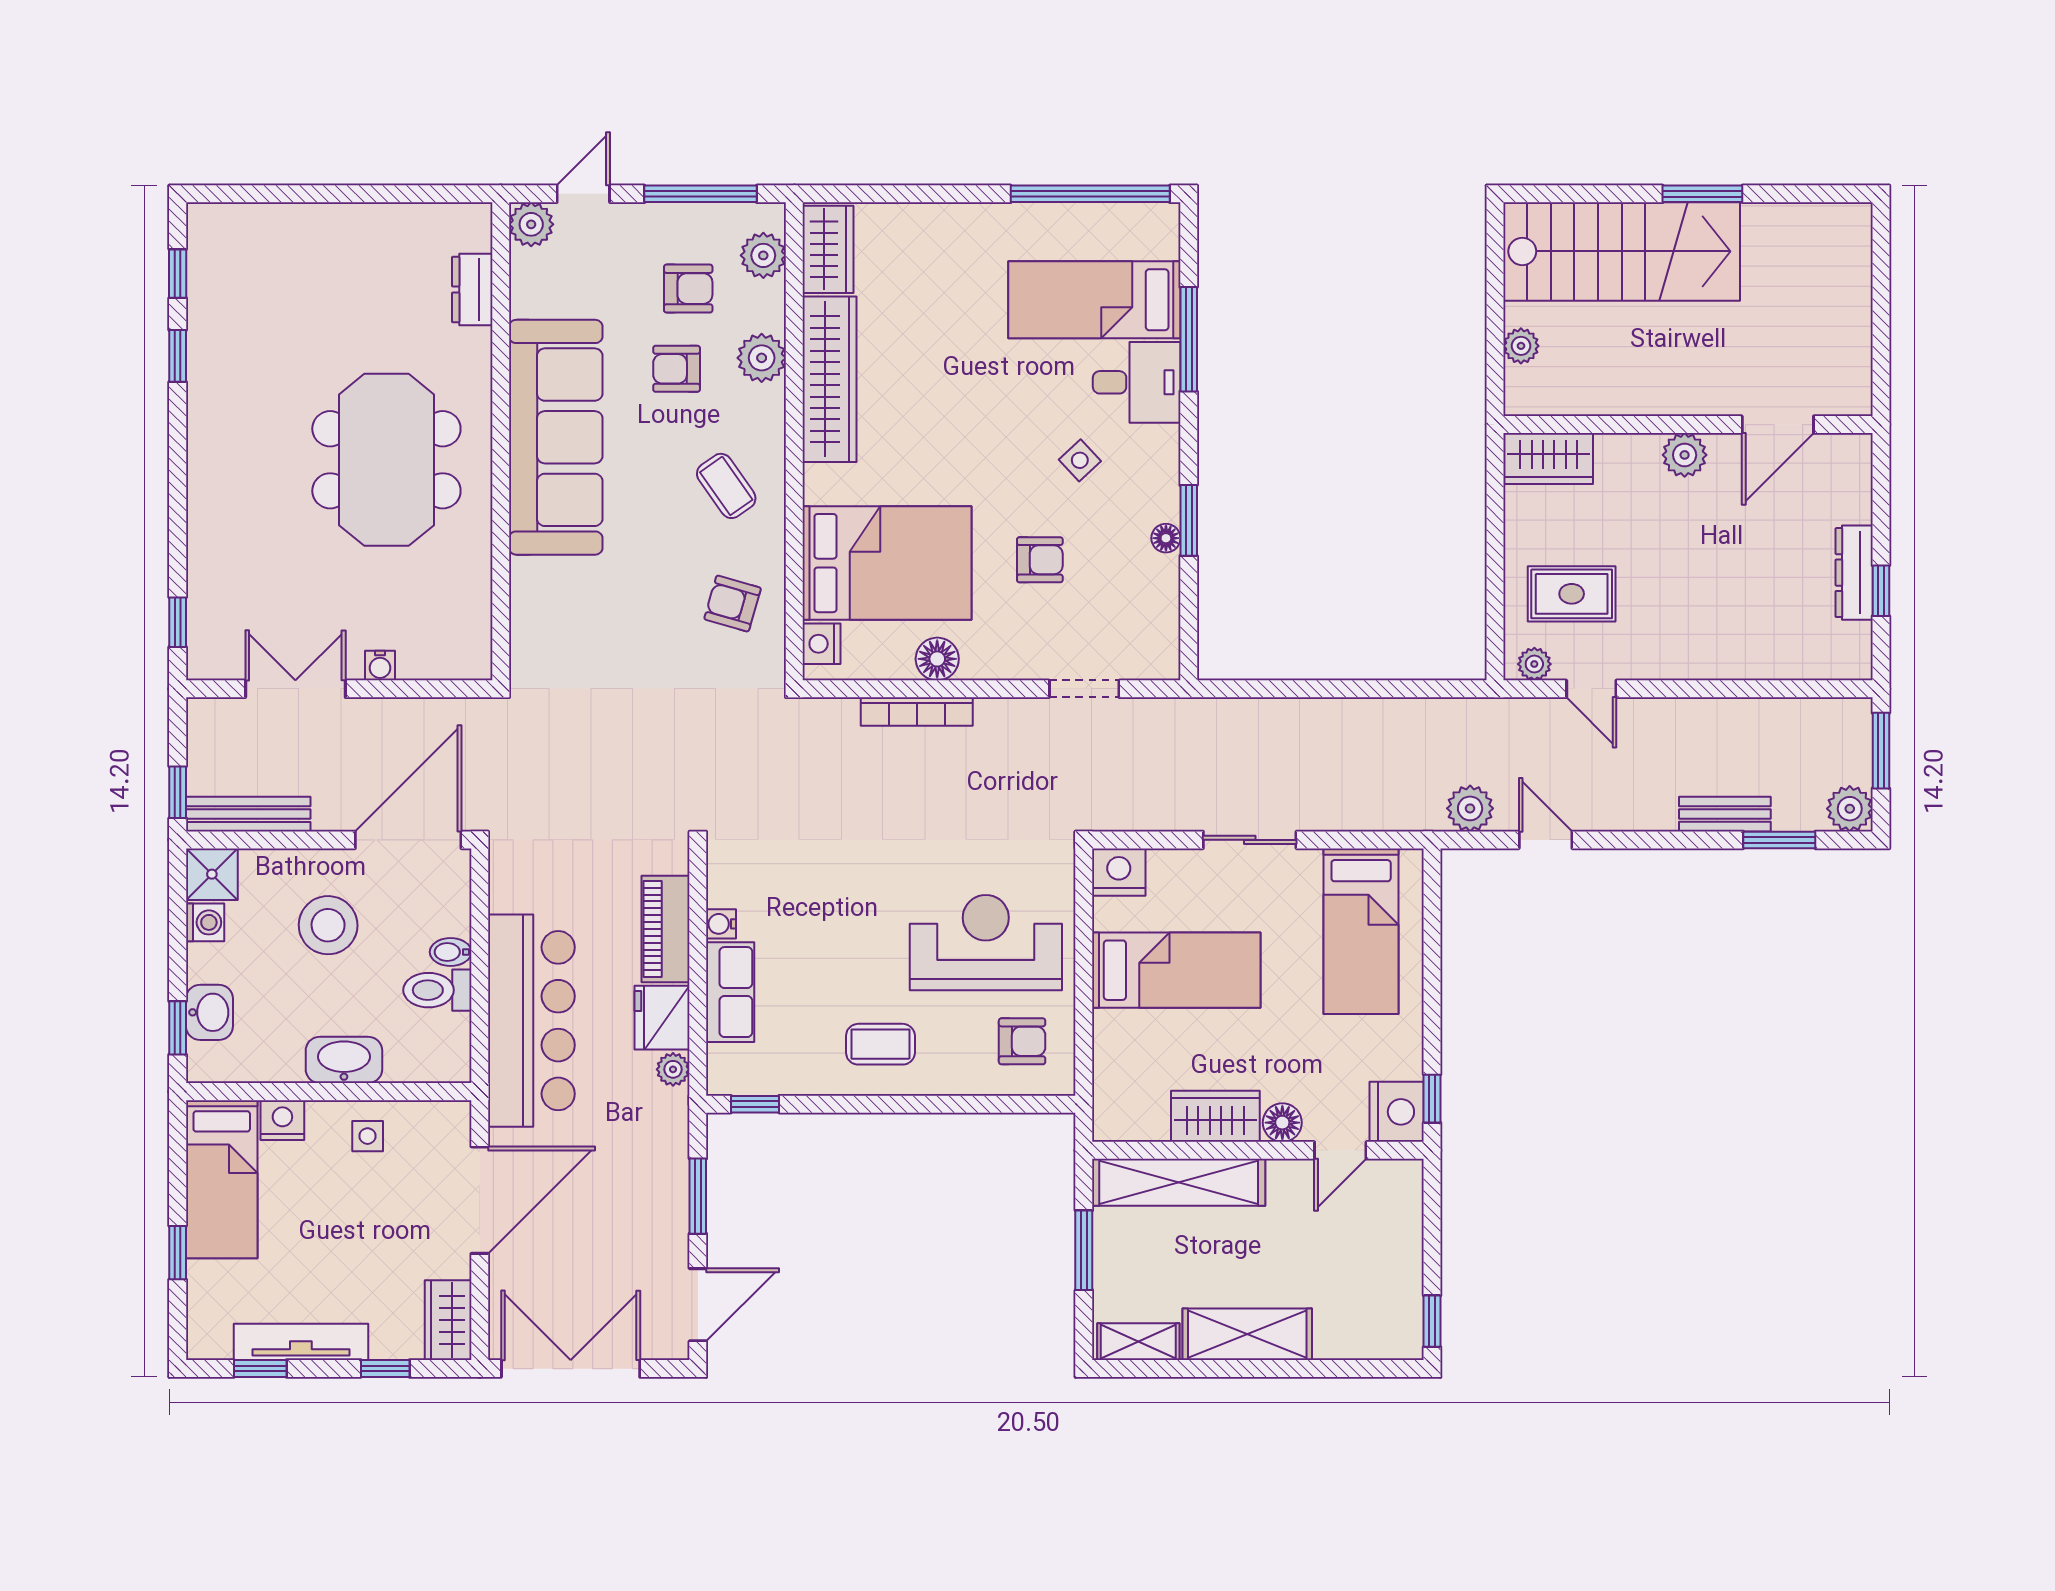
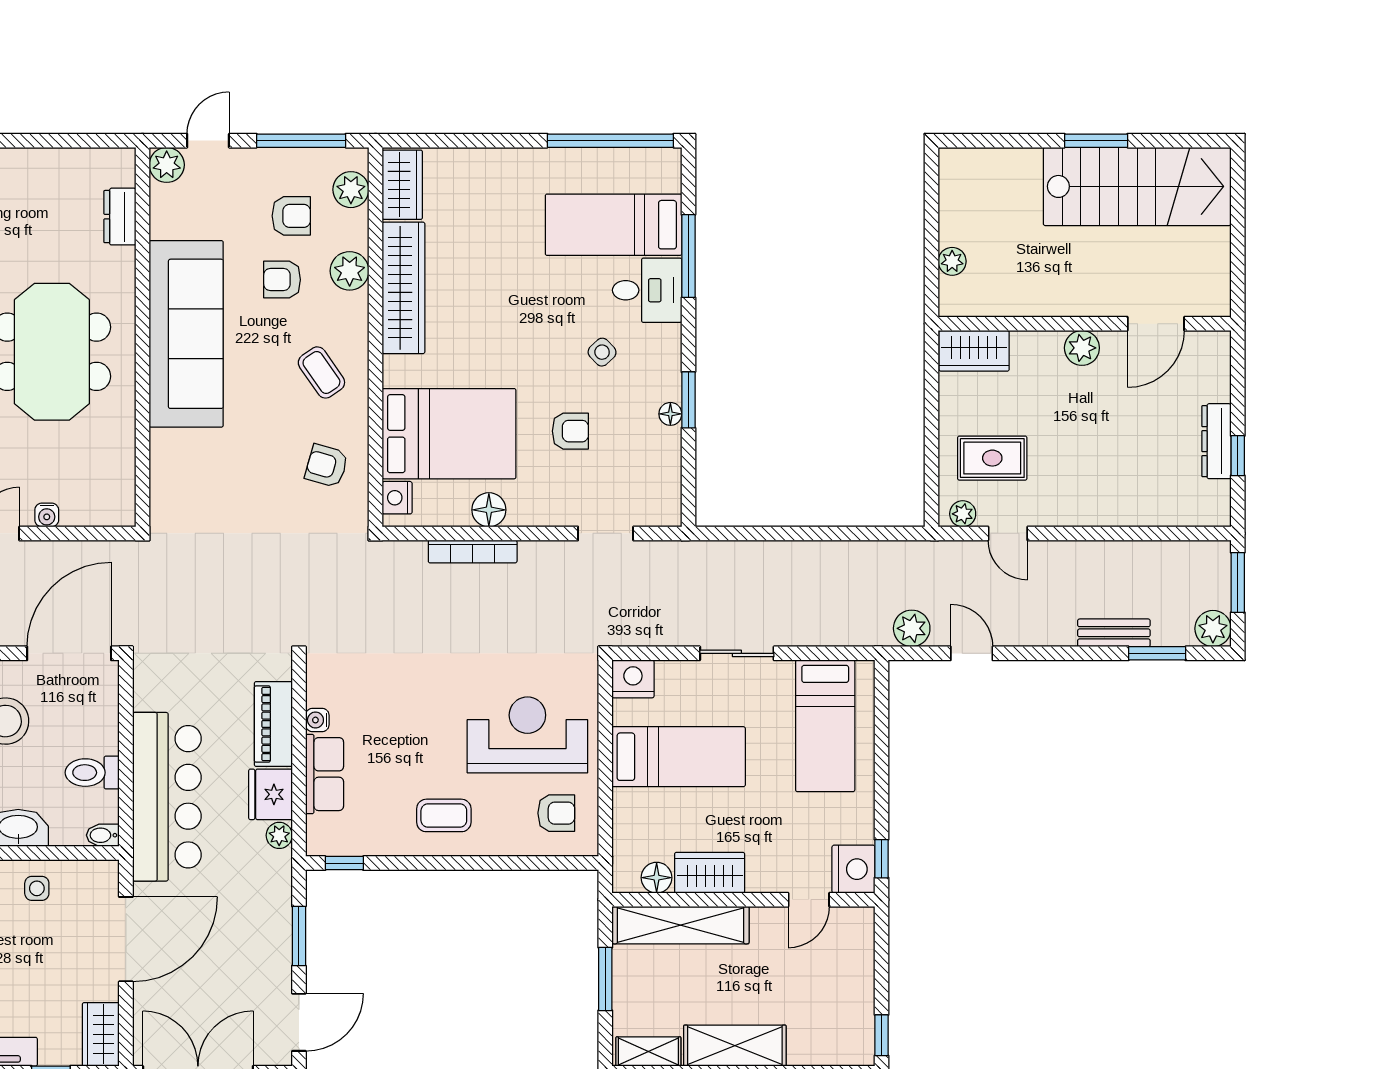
stairs: (1622, 251) -> (1137, 186), moved
bidet: (451, 952) -> (103, 835), moved
floor lamp: (1282, 1123) -> (657, 878), moved

